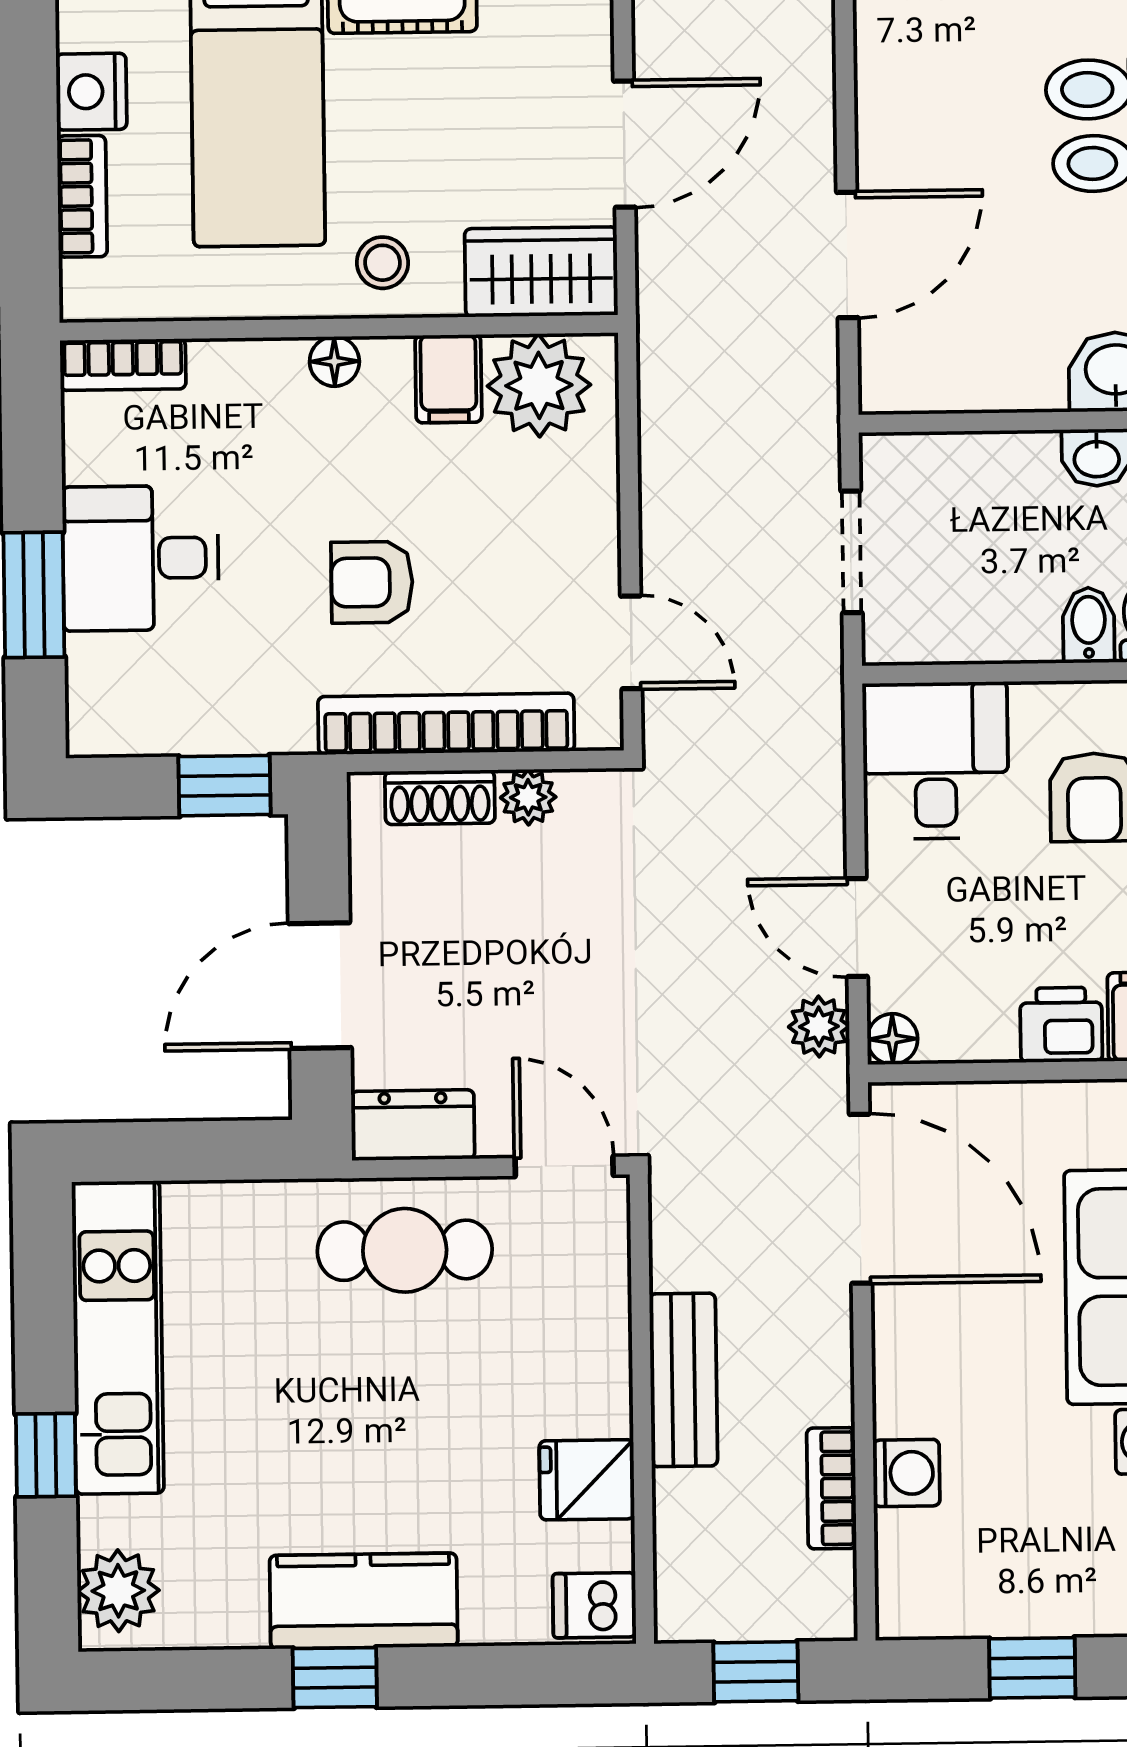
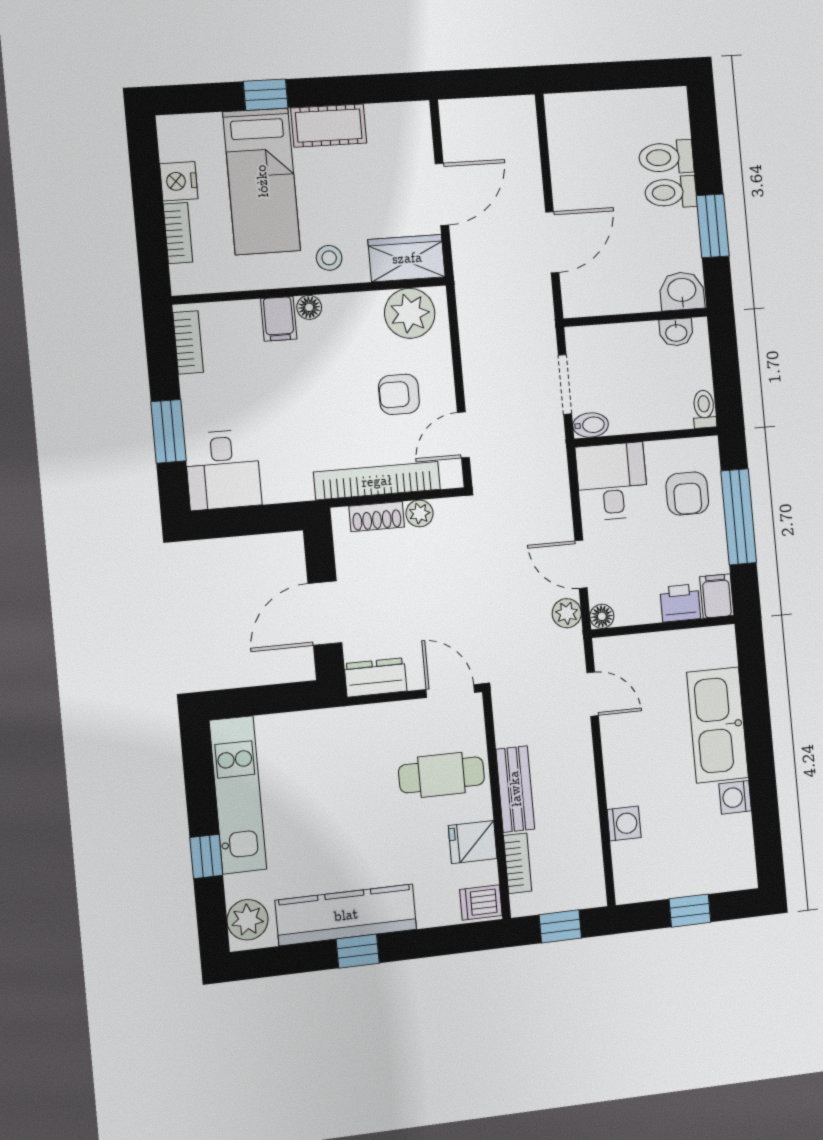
bookcase: (123, 365) -> (188, 343), moved, turned -90
filing cabinet: (448, 379) -> (279, 319), moved
desk: (140, 558) -> (223, 470), moved, turned -90
armchair: (372, 582) -> (399, 394), moved
bidet: (1089, 625) -> (591, 425), moved, turned 90
door: (631, 642) -> (463, 435), swing flipped
window: (224, 786) -> (271, 519), removed
door: (861, 1199) -> (593, 694), width x0.53
cafe table: (405, 1250) -> (441, 775), moved
bookcase: (832, 1488) -> (518, 863), moved, turned 180
kitchen counter: (364, 1601) -> (346, 915), width x1.50

